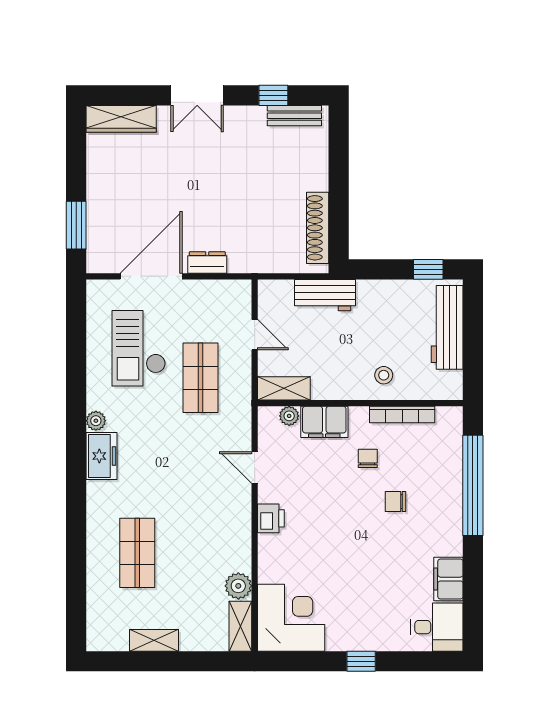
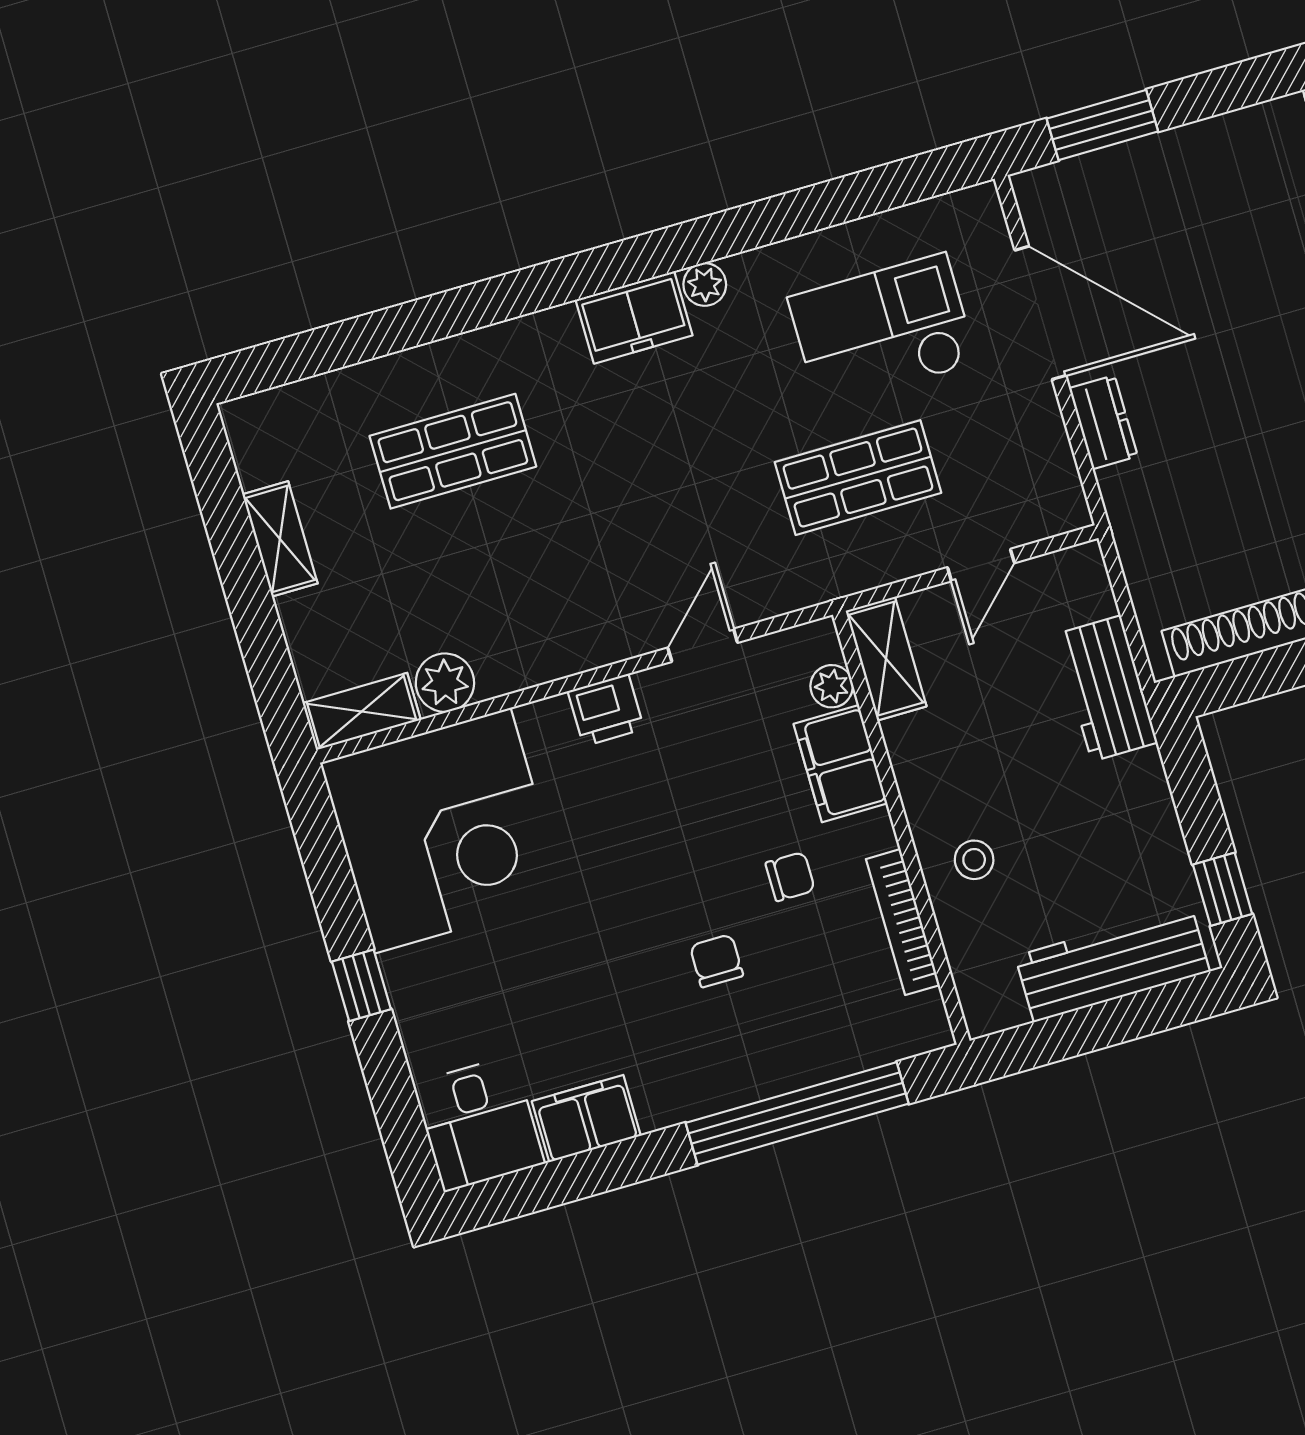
corner desk: (291, 618) -> (443, 831), width x1.36, depth x1.36

